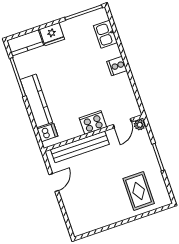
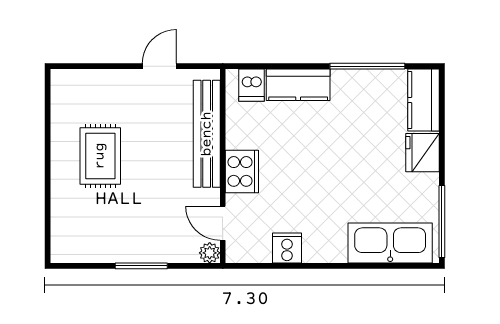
kitchen sink: (105, 34) -> (390, 243), width x1.87, depth x1.24
cooker: (117, 66) -> (287, 248), moved
kitchen counter: (36, 101) -> (298, 85), width x0.67
door: (54, 183) -> (159, 66), swing flipped
rug: (139, 191) -> (100, 156), moved, turned 90

